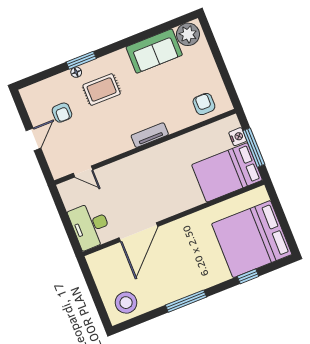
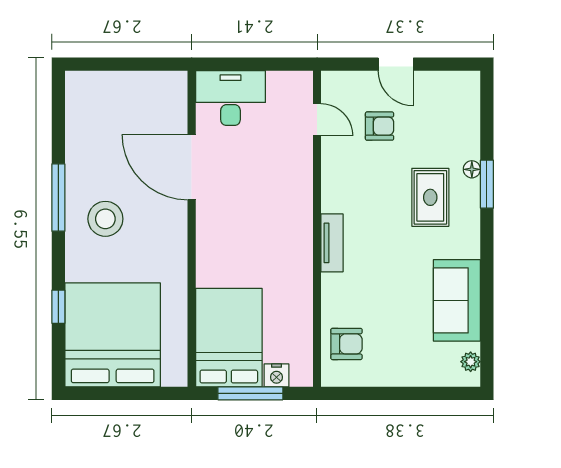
plant: (188, 34) -> (471, 362), width x0.53, depth x0.53
armchair: (62, 113) -> (380, 126), moved, turned 180
door: (83, 172) -> (317, 120), swing flipped
stool: (126, 303) -> (105, 219), moved

